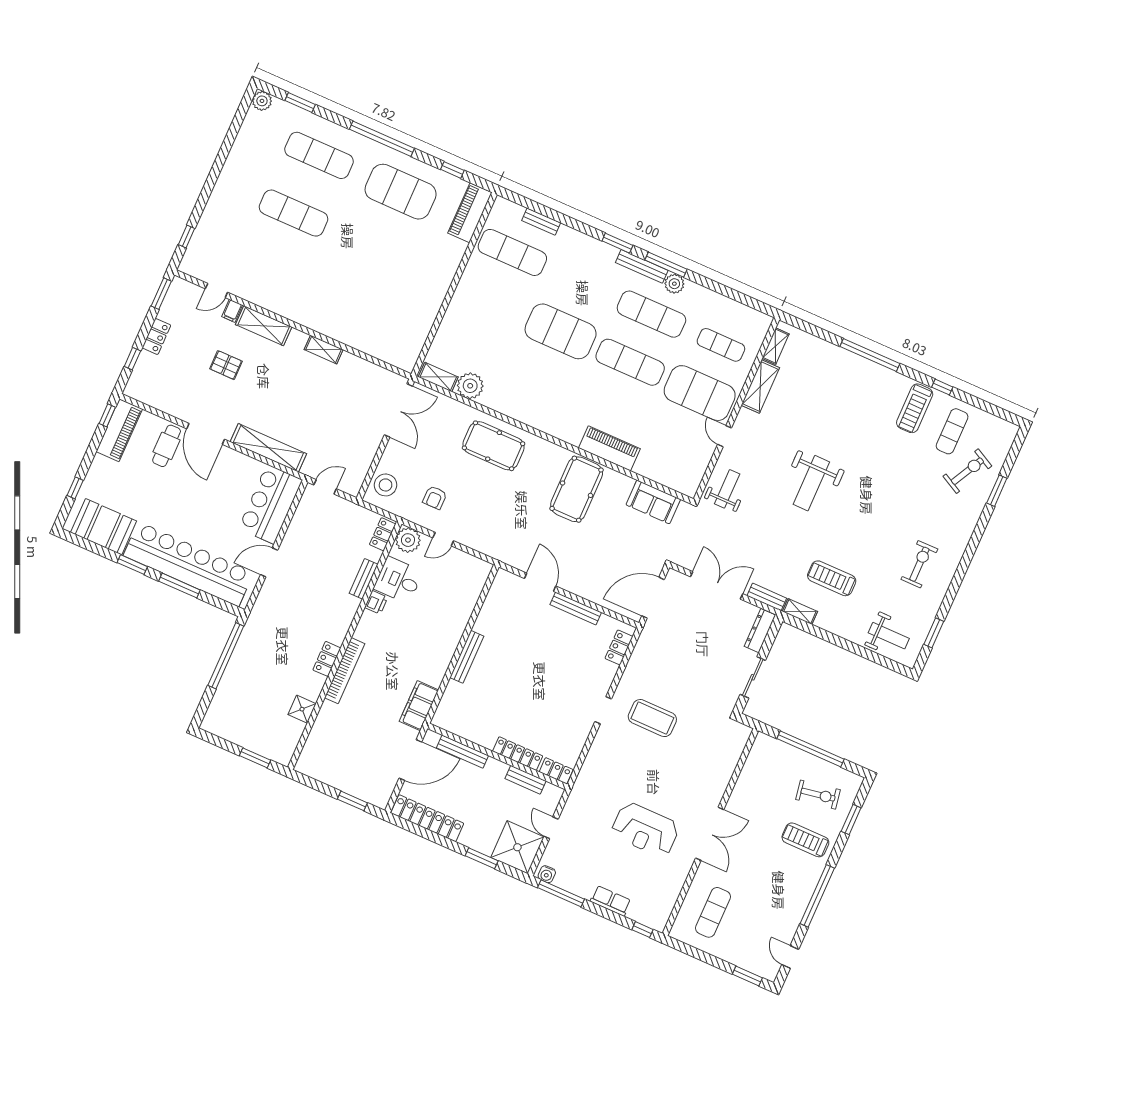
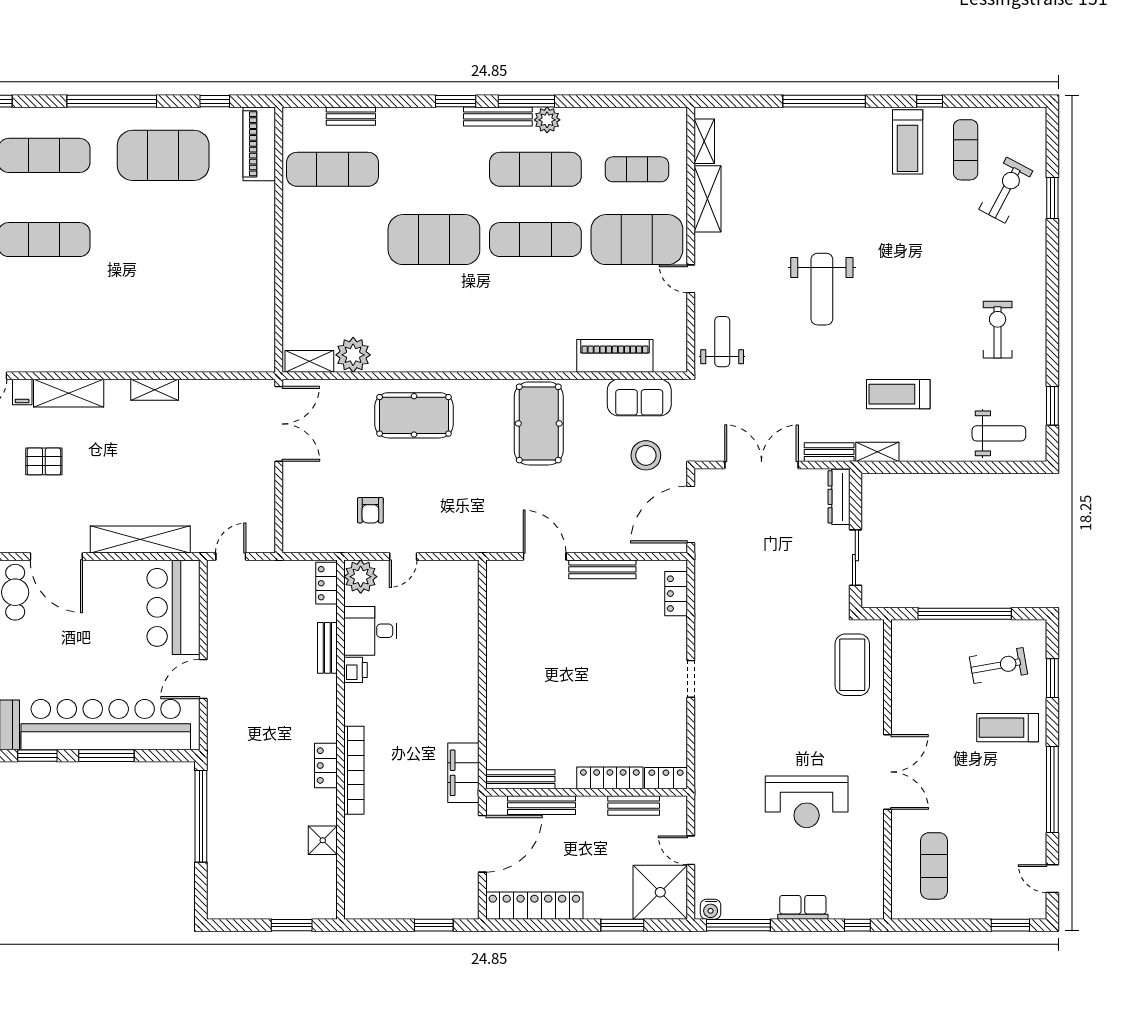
piano: (609, 448) -> (615, 356), moved
stool: (386, 485) -> (646, 455), moved
bench: (467, 657) -> (520, 779), moved, turned 90
coffee table: (652, 718) -> (852, 665), moved, turned 90

